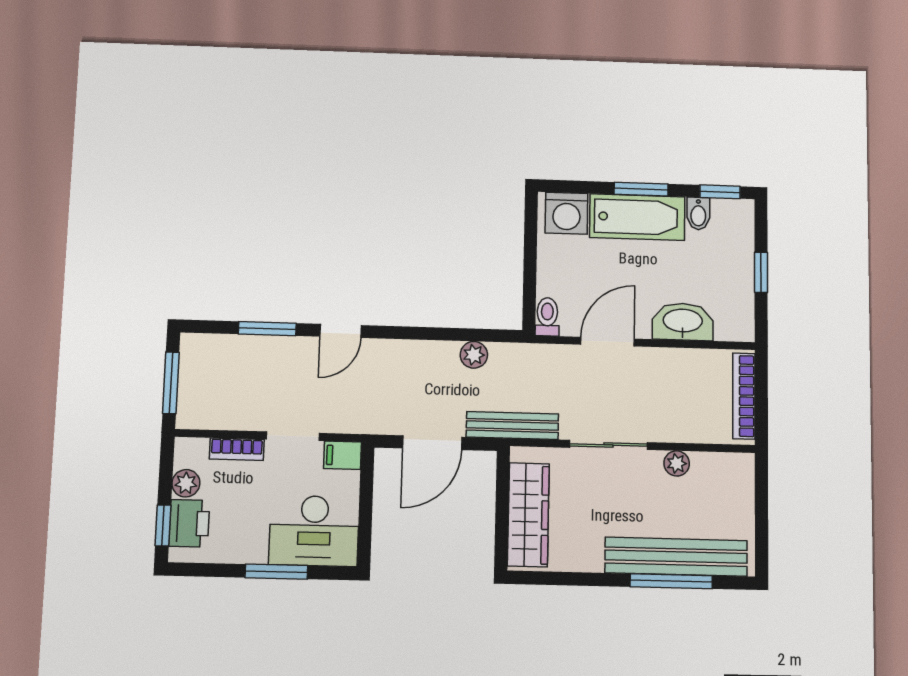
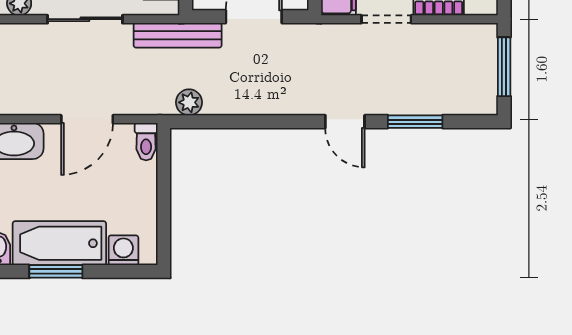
washing machine: (567, 213) -> (123, 250), width x0.73, depth x0.73
door: (341, 331) -> (345, 122), swing flipped
plant: (474, 355) -> (189, 102), moved

